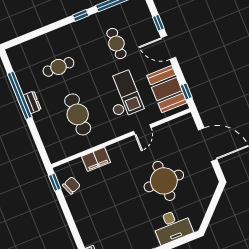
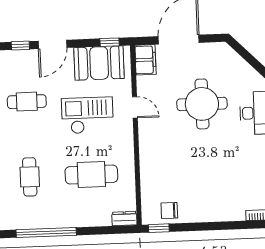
dresser: (32, 102) -> (124, 219), moved
filing cabinet: (96, 159) -> (145, 60), moved
chair: (71, 185) -> (169, 211), turned -68

